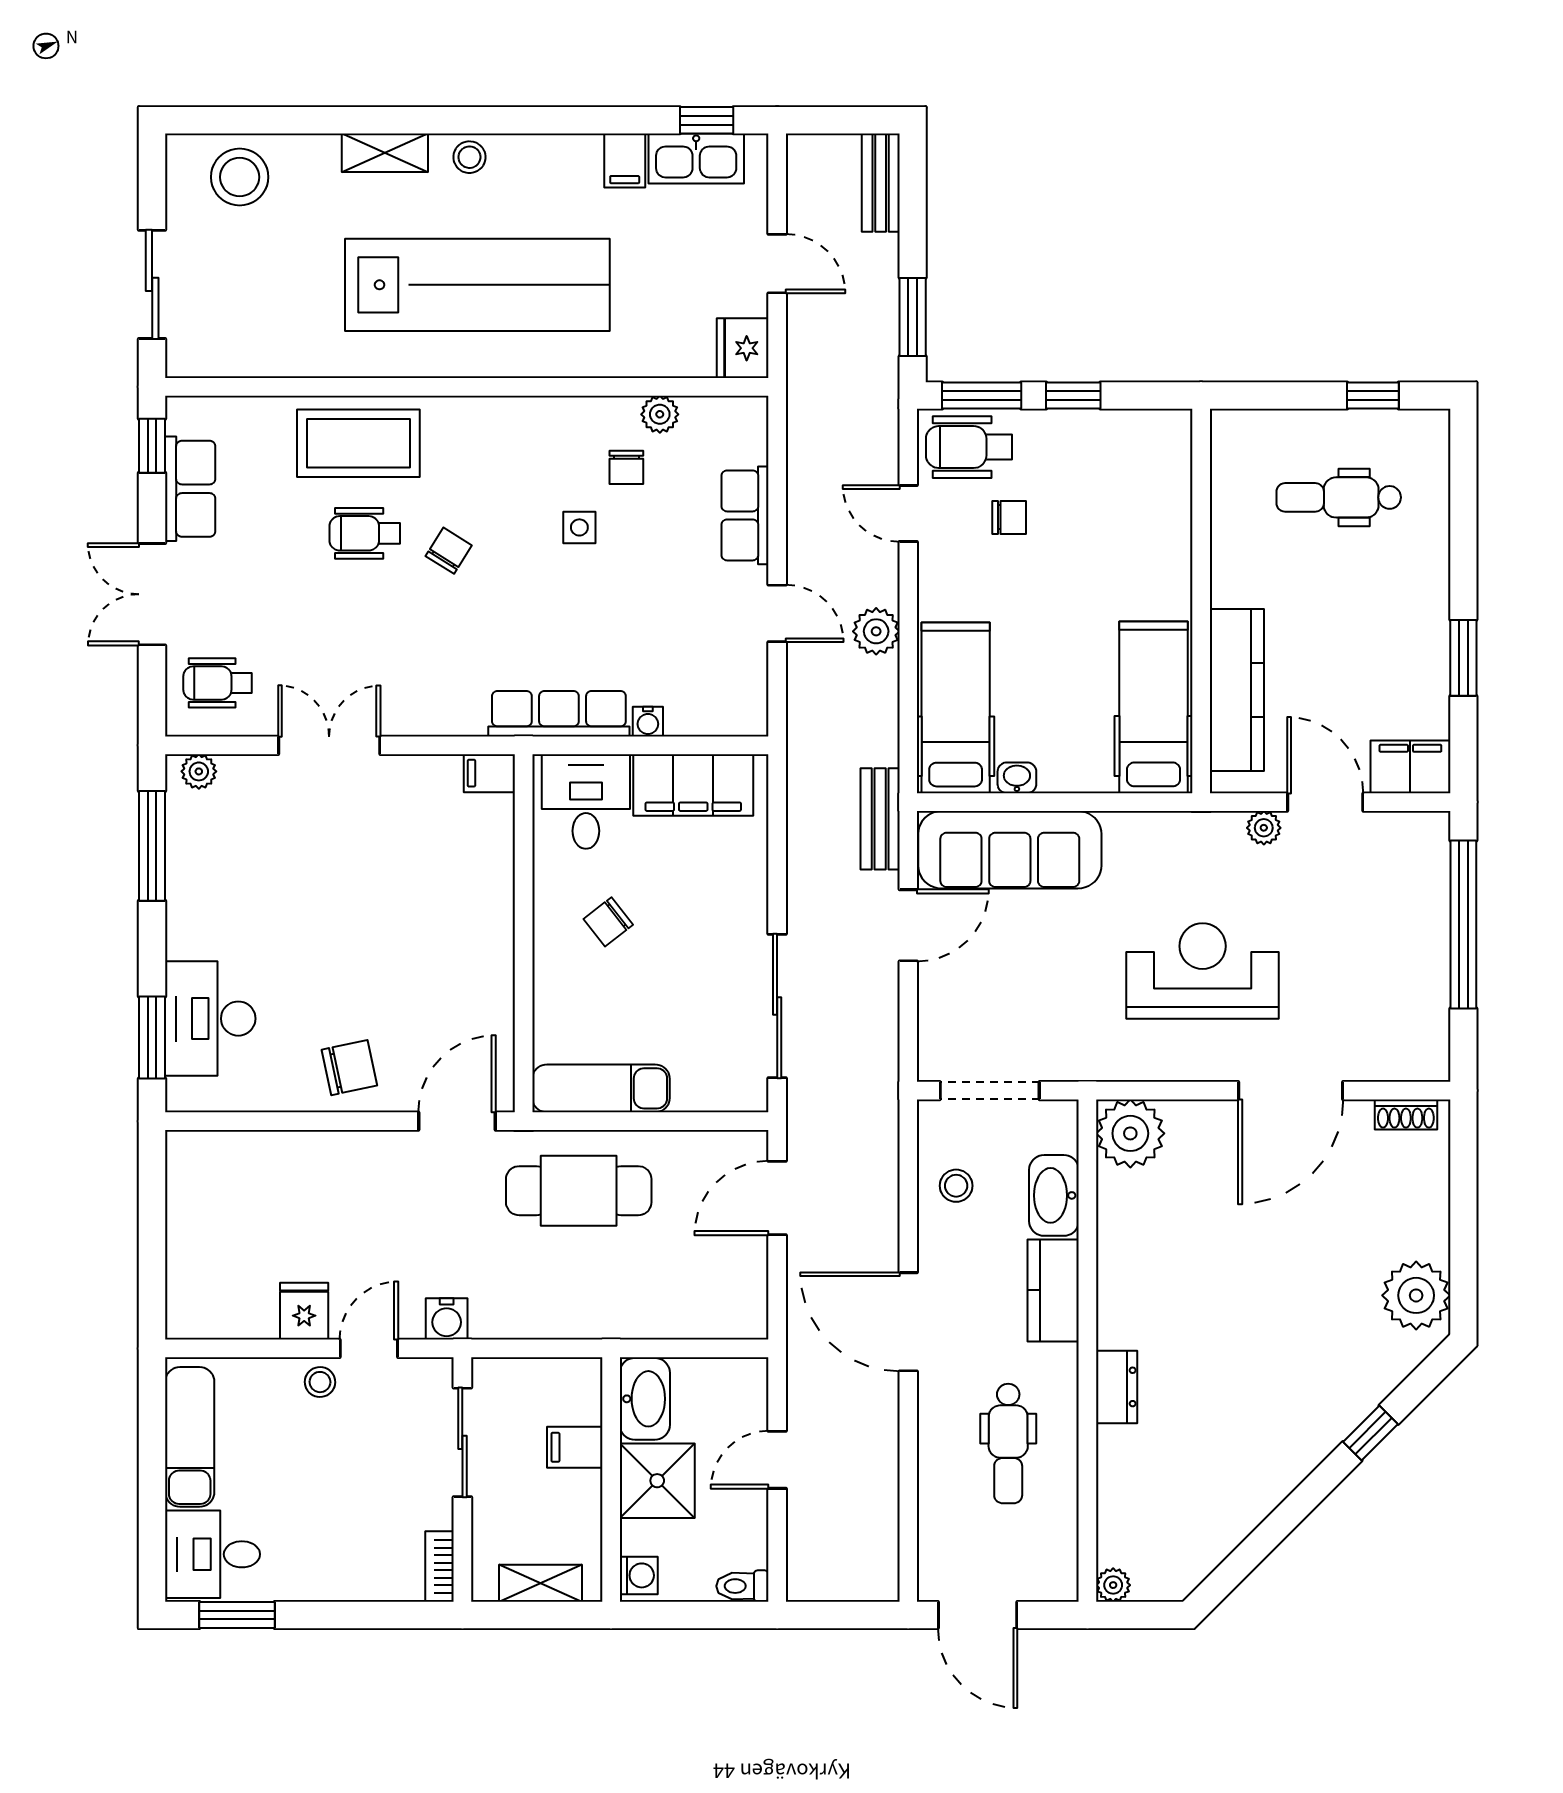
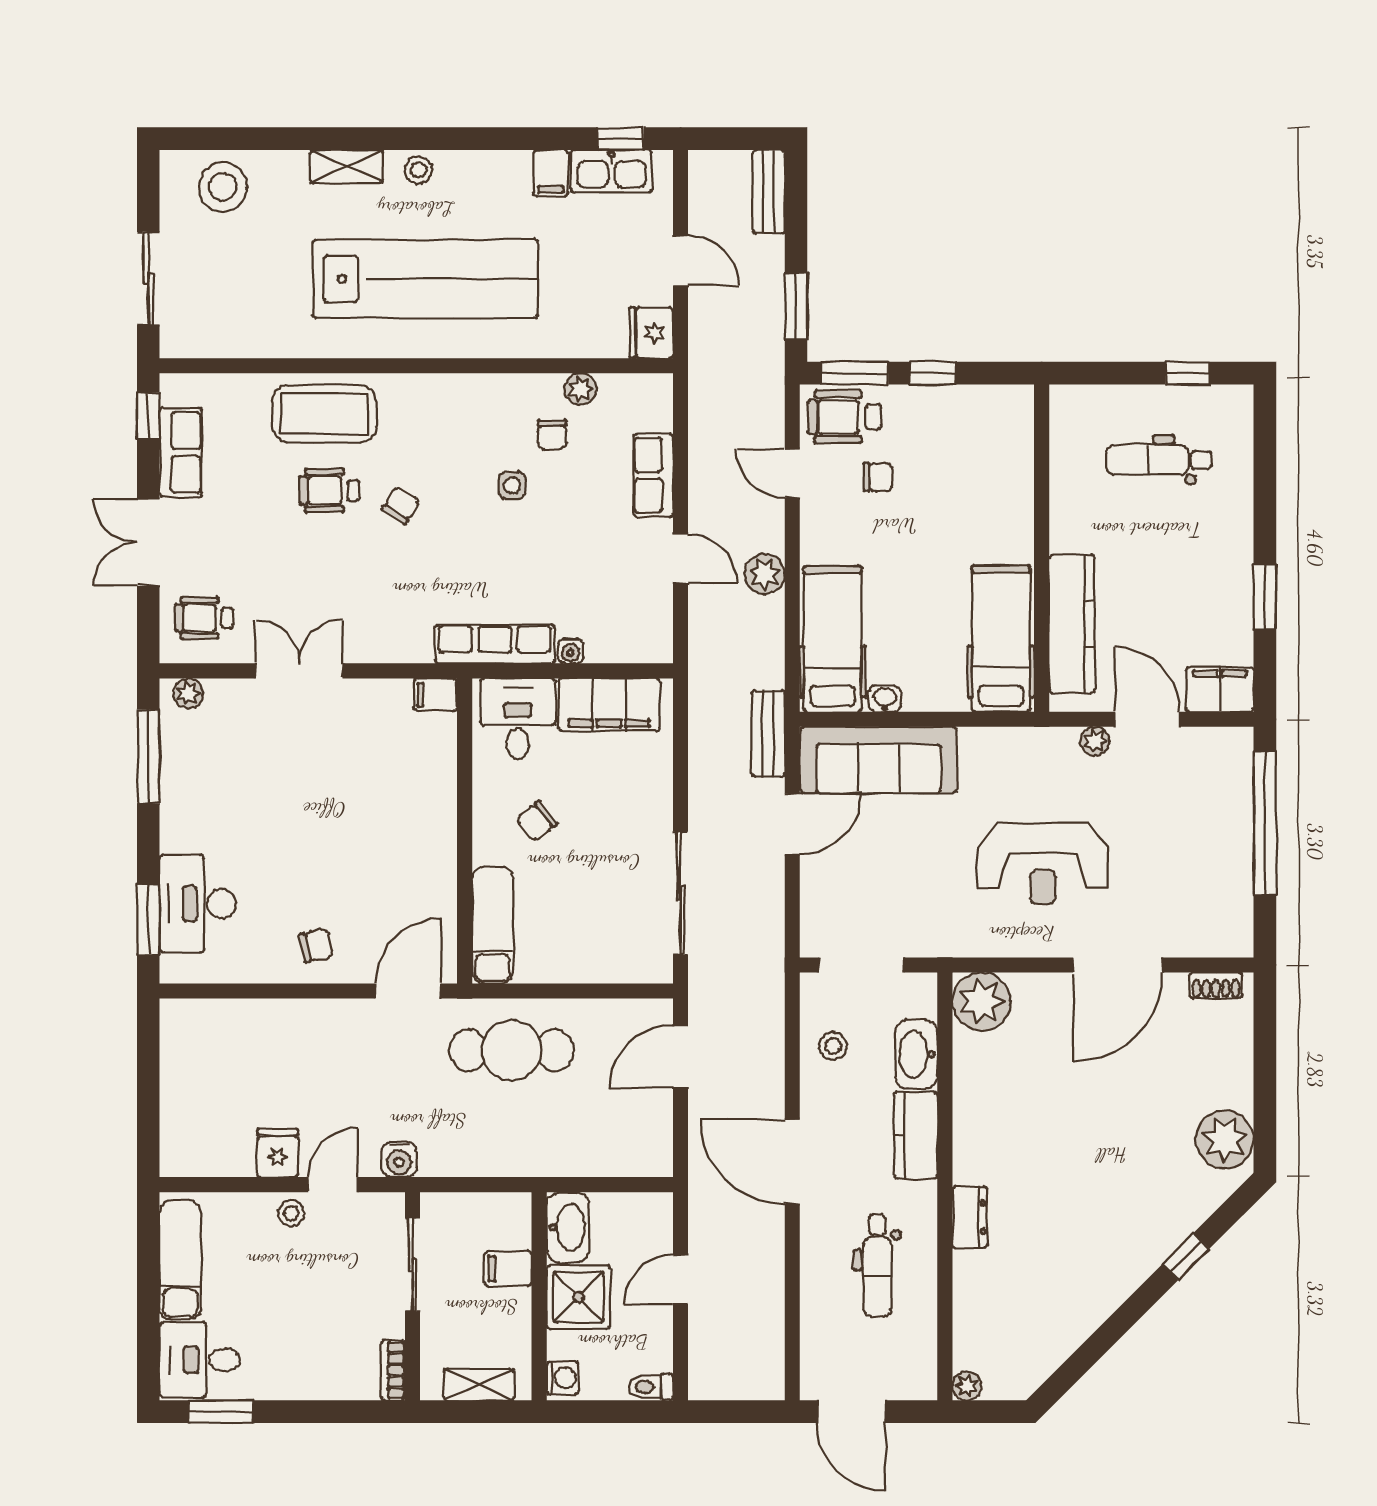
reception desk: (1203, 971) -> (1043, 863), turned 180
chair: (349, 1068) -> (316, 945), width x0.73, depth x0.73
exam couch: (601, 1088) -> (493, 925), moved, turned 90

